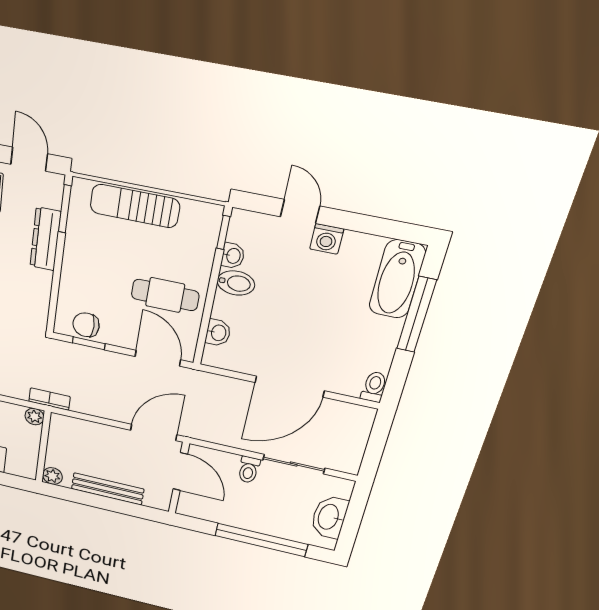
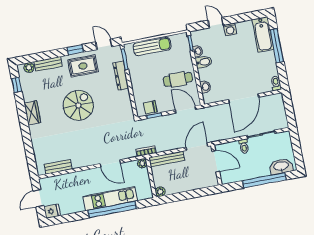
sun lounger: (135, 206) -> (152, 46), turned 180
bench: (108, 489) -> (167, 159), moved
washbasin: (329, 517) -> (281, 166), moved, turned 90

